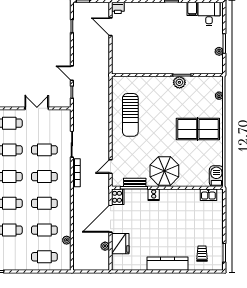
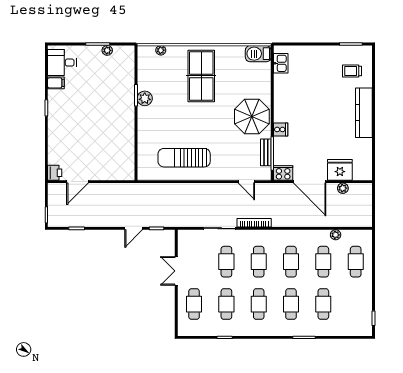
sun lounger: (130, 115) -> (184, 158), turned 180

